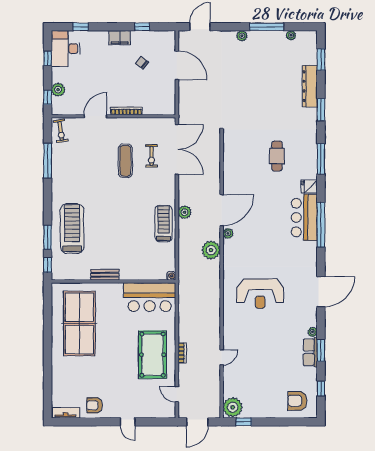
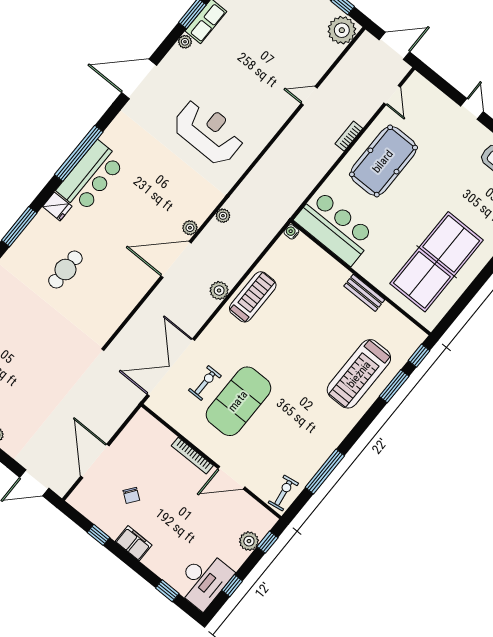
exercise mat: (125, 161) -> (238, 401), width x2.00, depth x1.45
treadmill: (164, 224) -> (253, 297), turned 180
plant: (211, 250) -> (223, 216), width x0.53, depth x0.53

